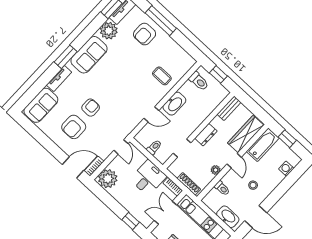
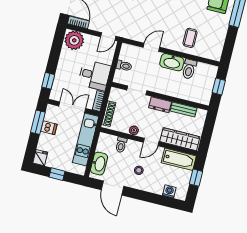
toilet: (199, 81) -> (189, 69), moved
bench: (229, 108) -> (184, 110), moved
door: (151, 114) -> (151, 47), swing flipped

